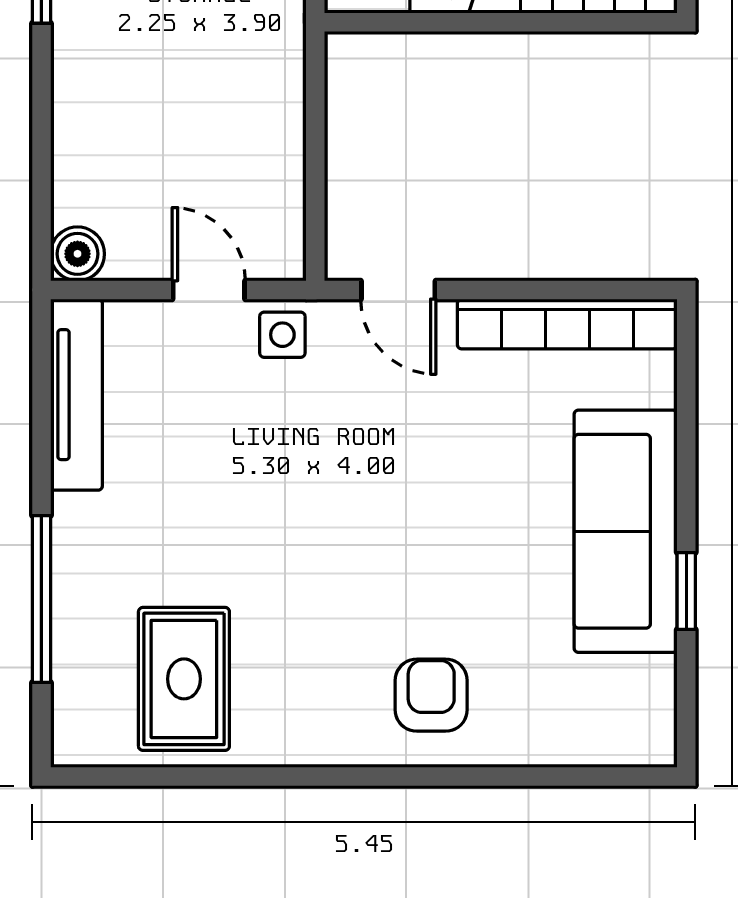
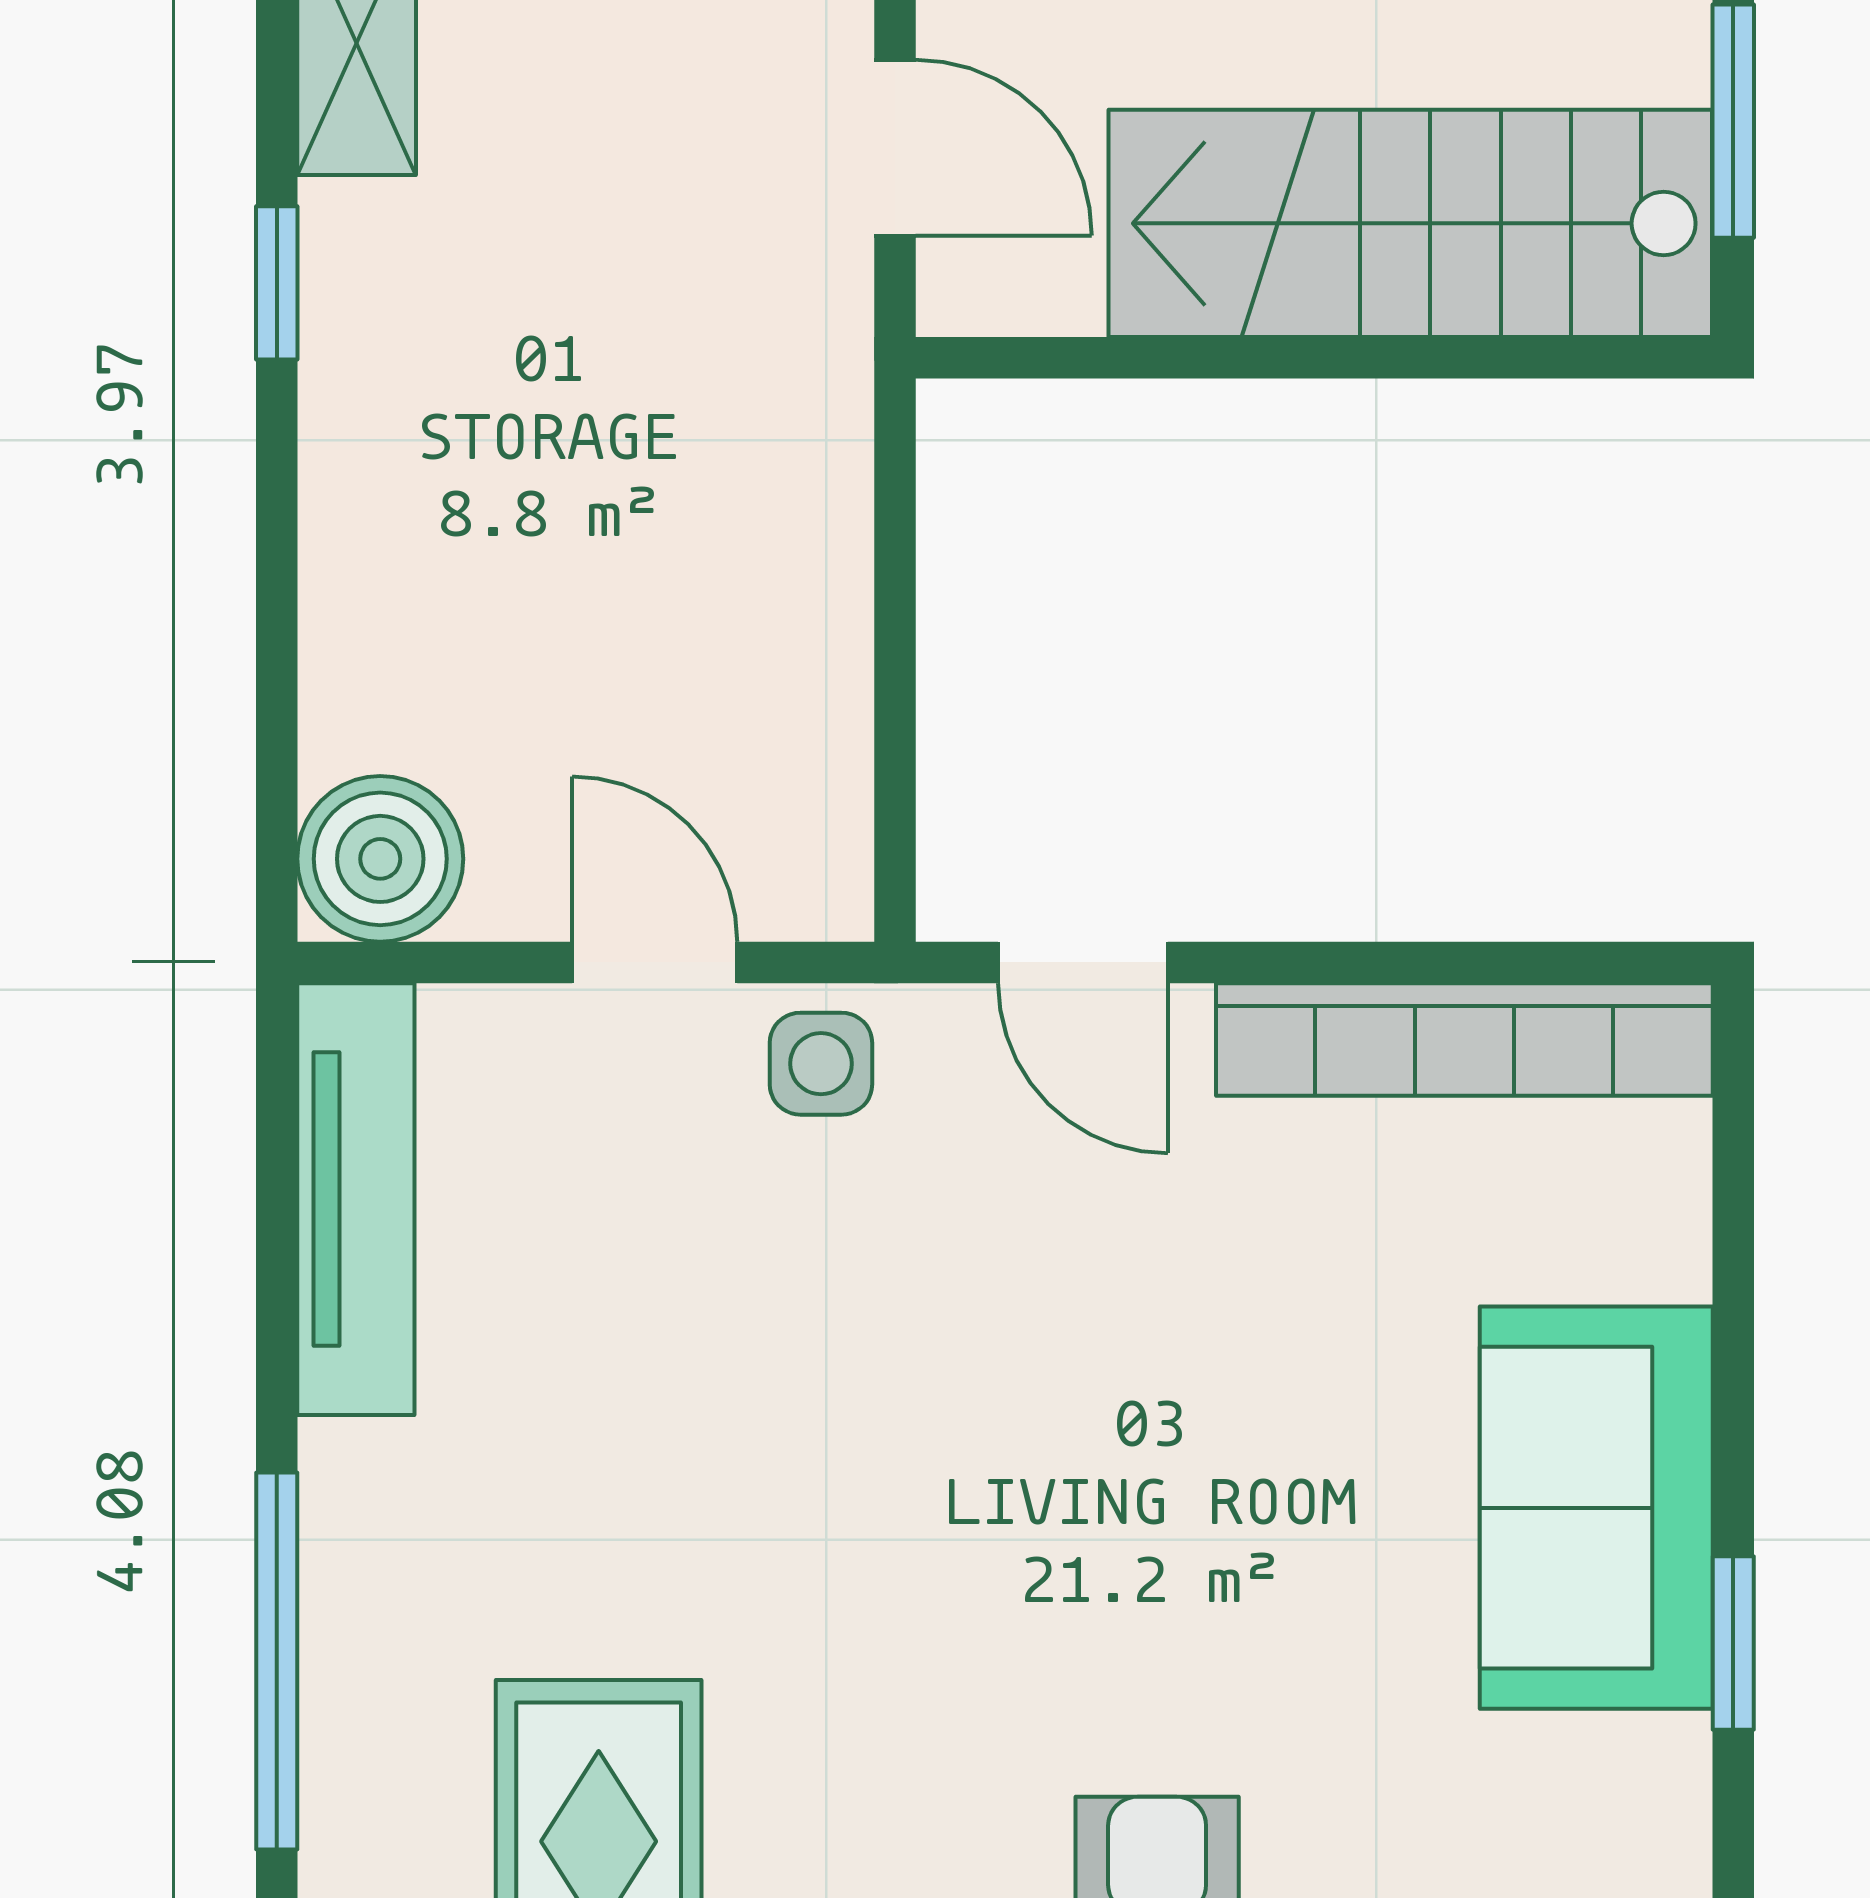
boiler: (78, 254) -> (380, 859), width x1.36, depth x1.36
sofa: (626, 531) -> (1596, 1508), width x0.73

